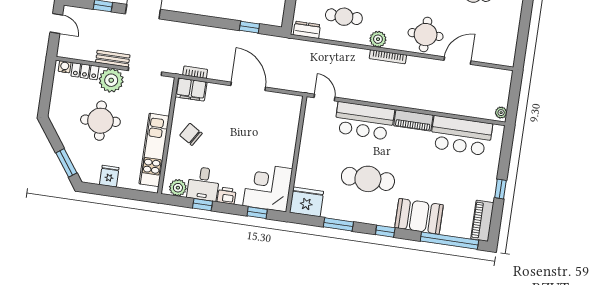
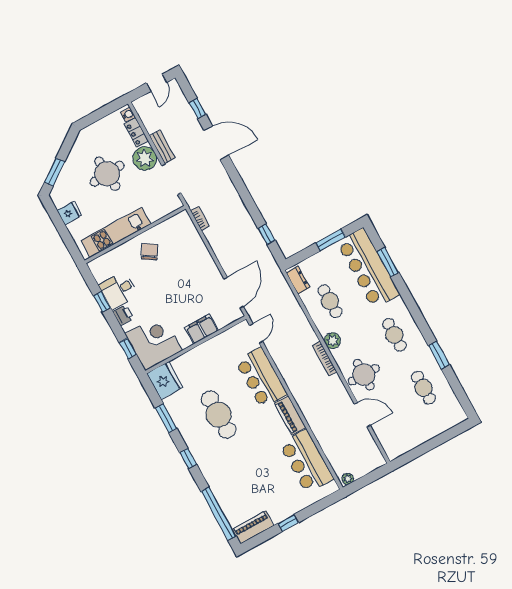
door: (248, 86) -> (234, 293), moved
filing cabinet: (191, 89) -> (201, 329), moved, turned 90
plant: (178, 188) -> (101, 273), removed
booth: (419, 216) -> (220, 476), removed

